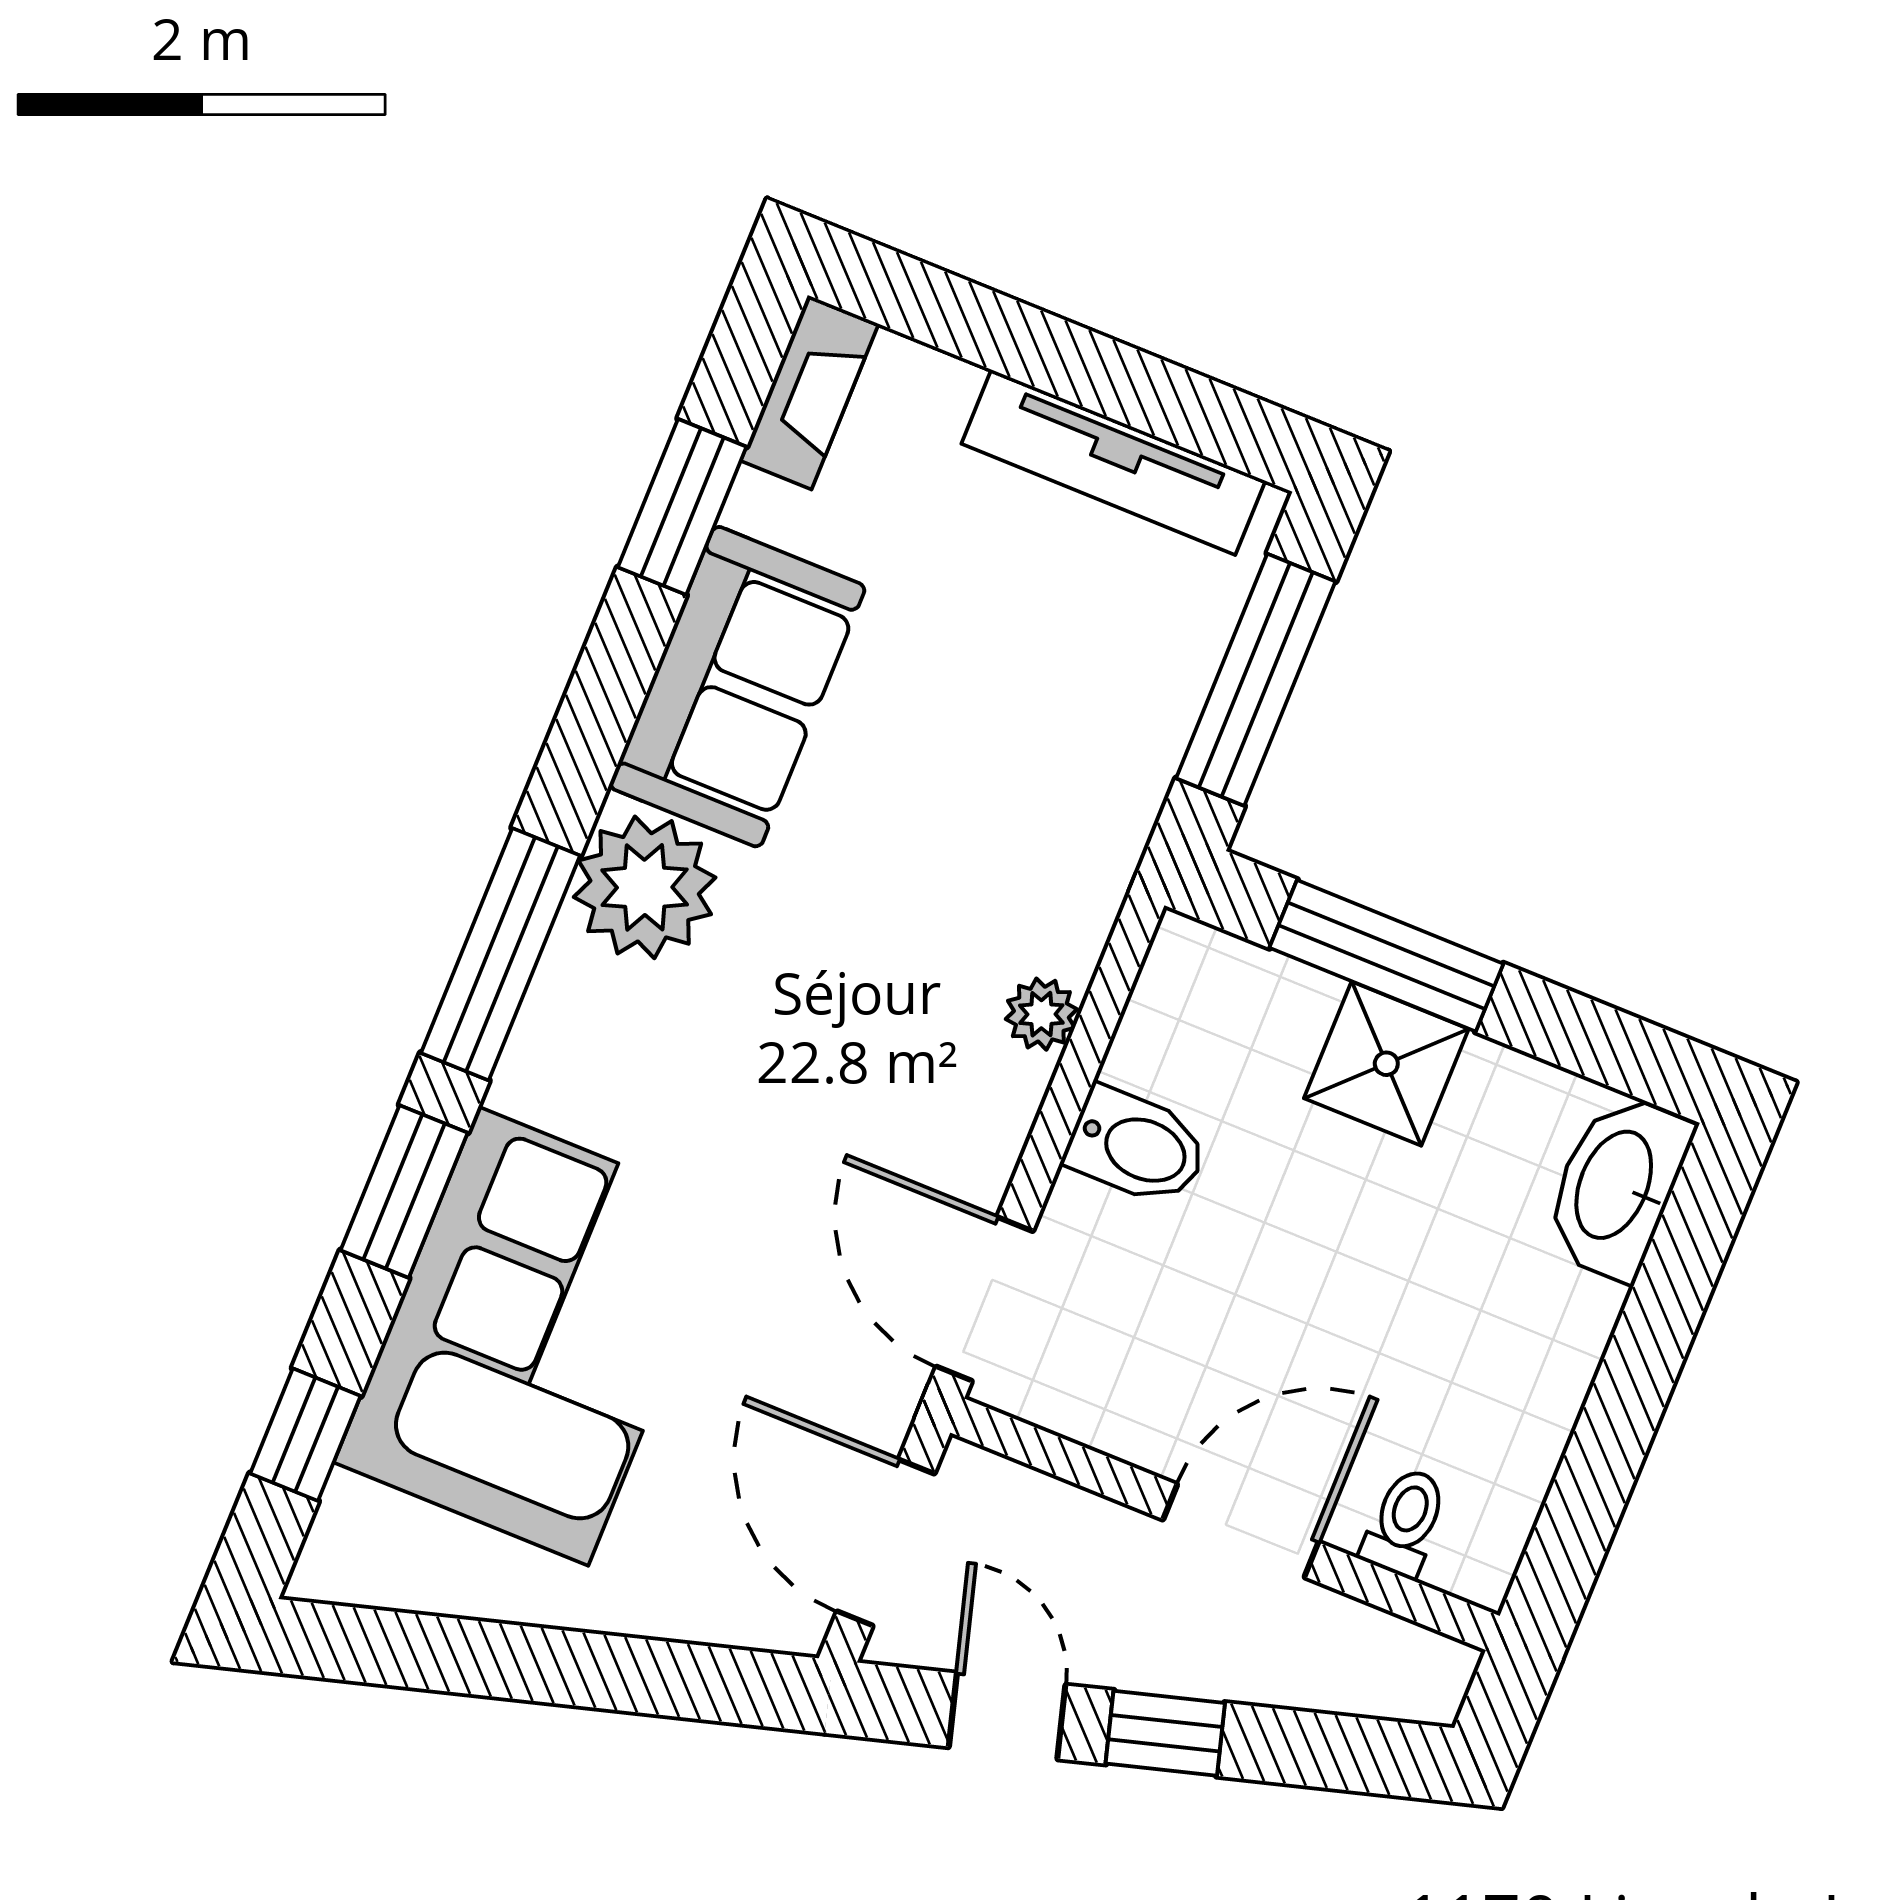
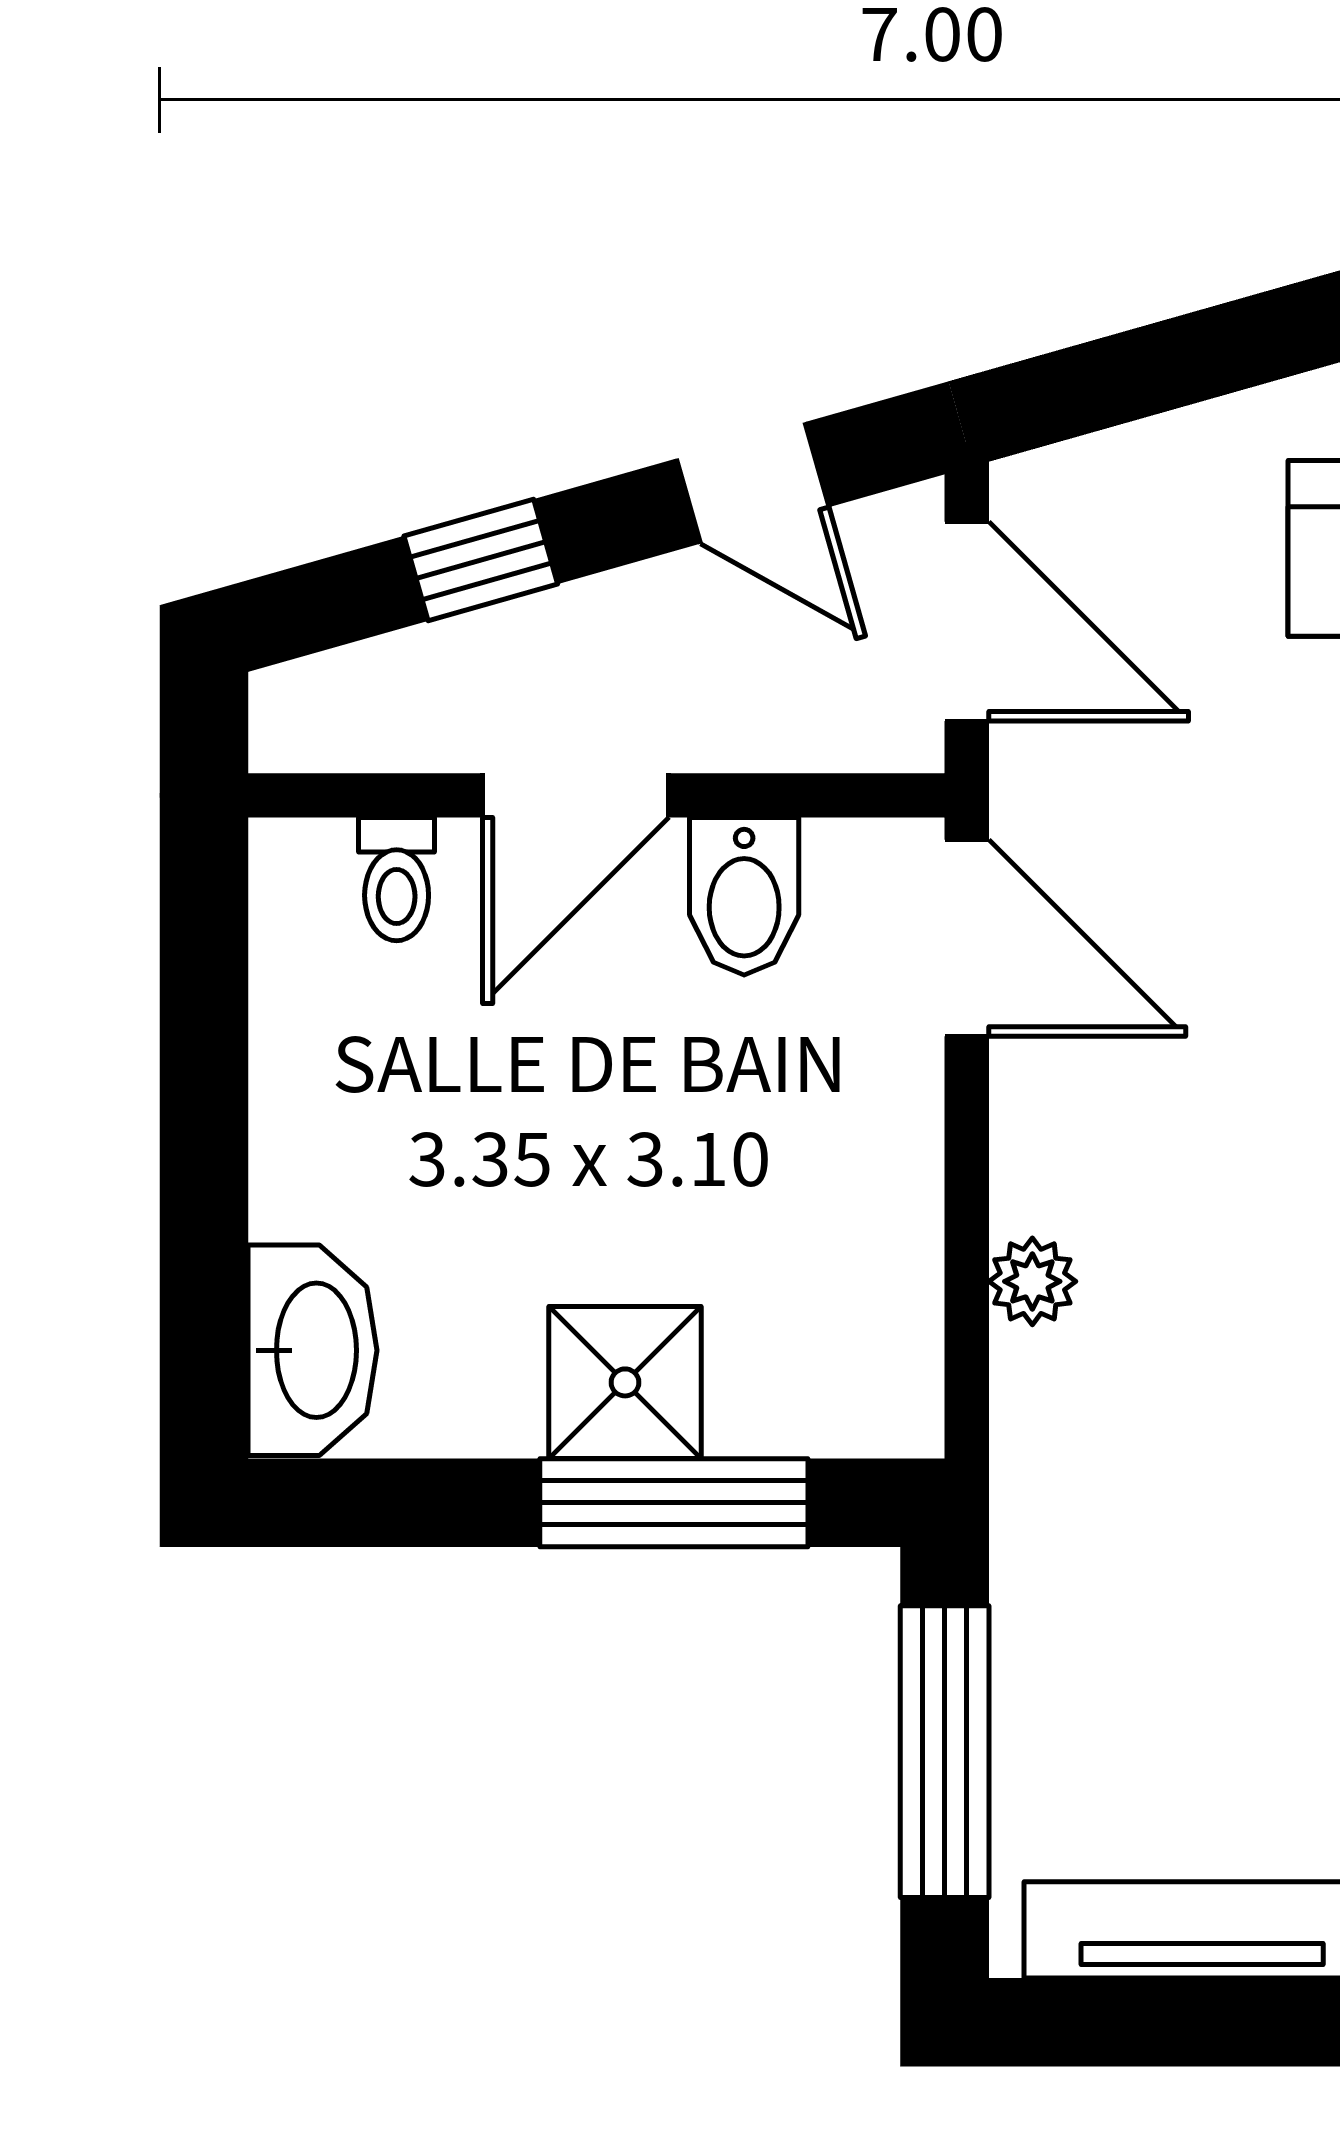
bidet: (1137, 1147) -> (744, 896), moved, turned -90
window: (1165, 1733) -> (481, 560), moved

